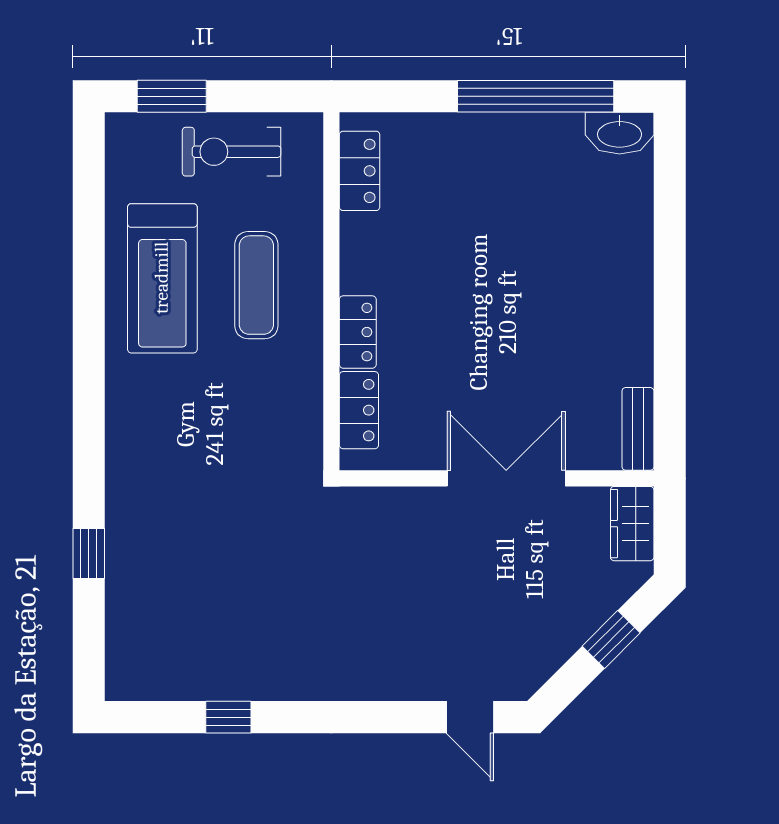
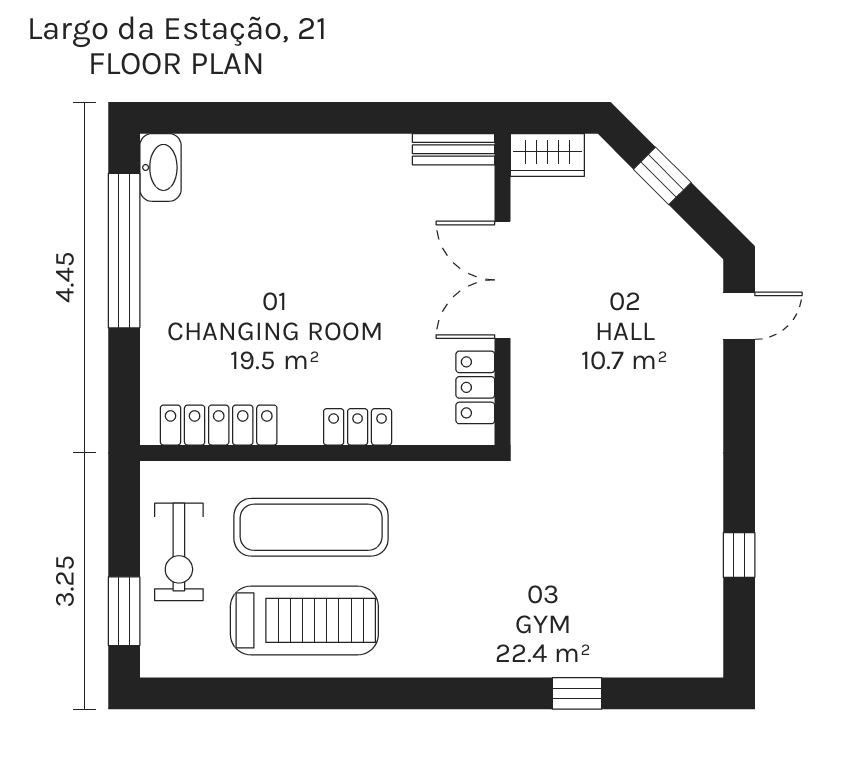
locker: (360, 171) -> (219, 425), width x1.53
exercise mat: (256, 285) -> (311, 527), width x1.36, depth x1.45
locker: (359, 410) -> (475, 387), moved, turned -90

